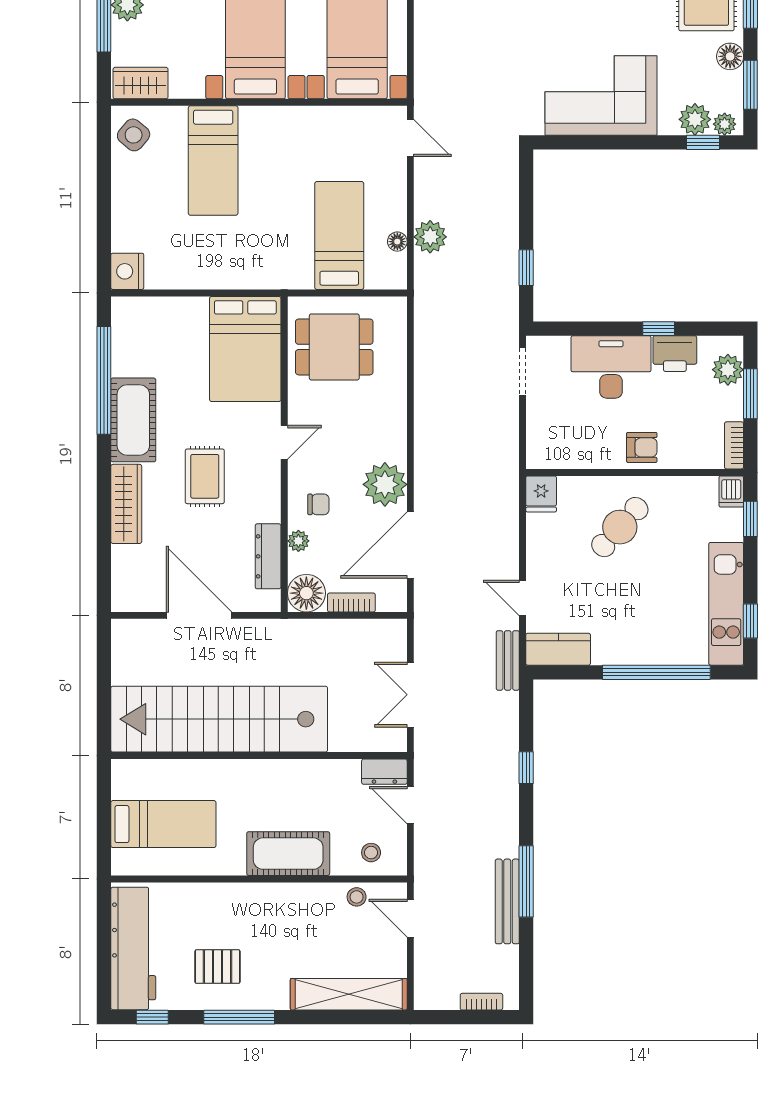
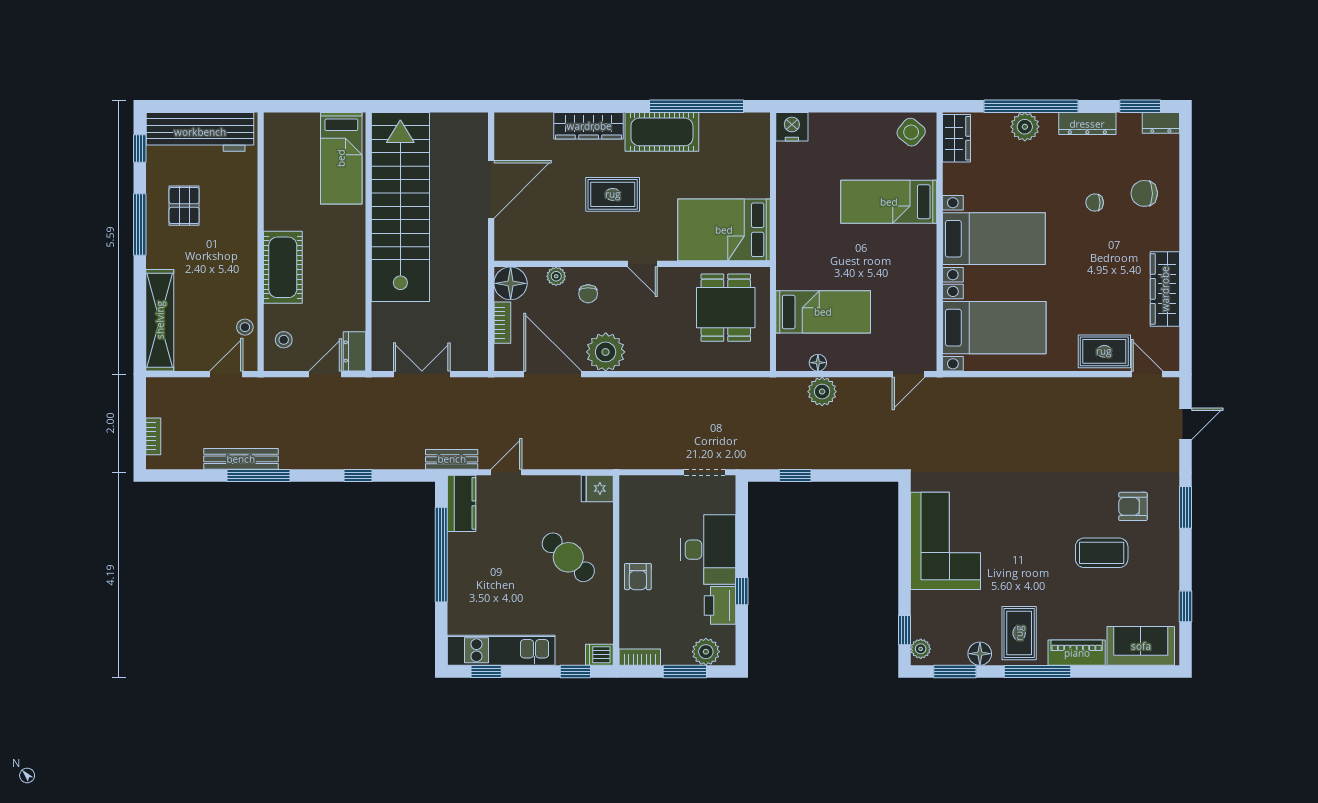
plant: (695, 119) -> (925, 623), removed
dresser: (268, 556) -> (543, 250), removed
window: (656, 672) -> (441, 555), moved
bed: (163, 824) -> (341, 158), moved

